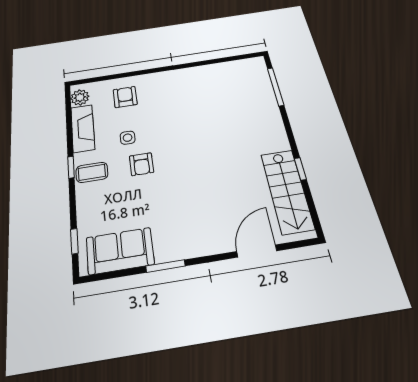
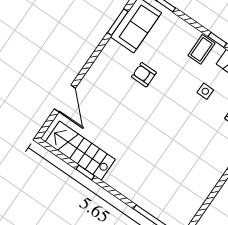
armchair: (141, 164) -> (144, 75), moved
window: (165, 266) -> (118, 22), moved

